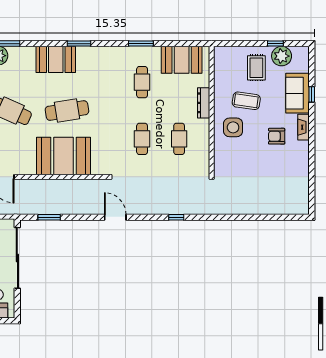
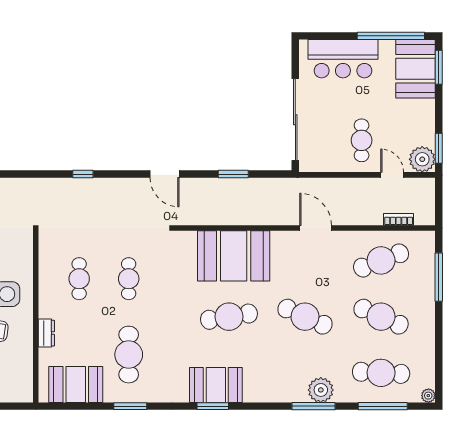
booth: (56, 59) -> (216, 385), moved
cafe table: (142, 82) -> (129, 355), width x1.37, depth x1.35
dresser: (204, 103) -> (46, 333), width x0.70
window: (49, 217) -> (233, 174), moved

